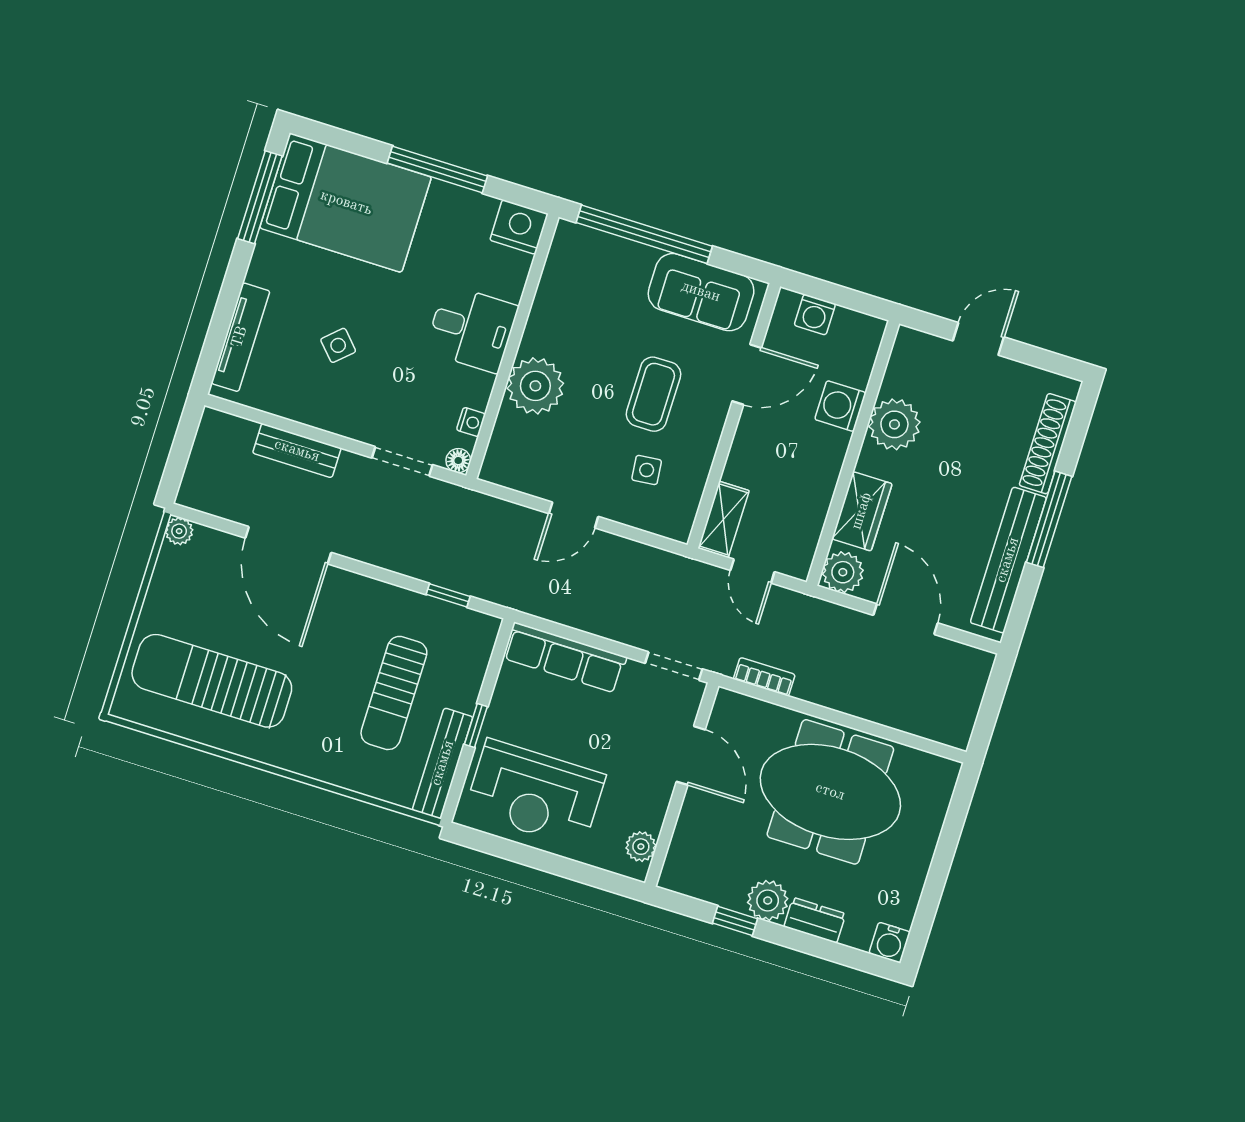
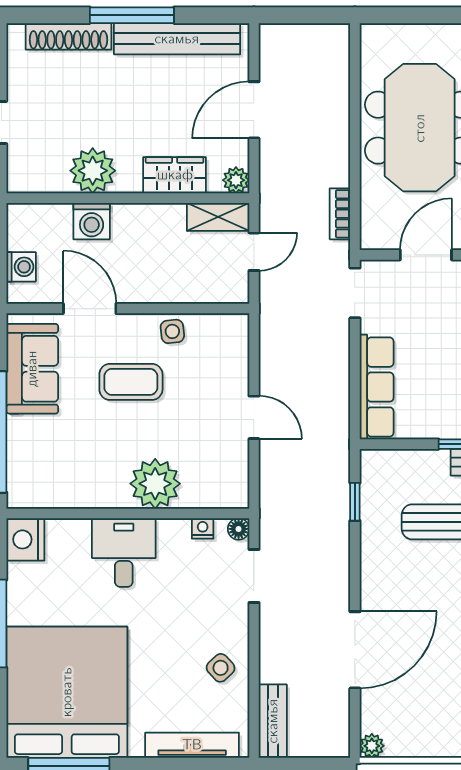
bed: (346, 203) -> (67, 692), width x1.36
side table: (338, 345) -> (221, 668), moved
bench: (297, 451) -> (273, 721), moved
side table: (647, 470) -> (172, 331), moved
shelving: (723, 519) -> (218, 217), moved
plant: (843, 572) -> (236, 180), width x0.73, depth x0.73

